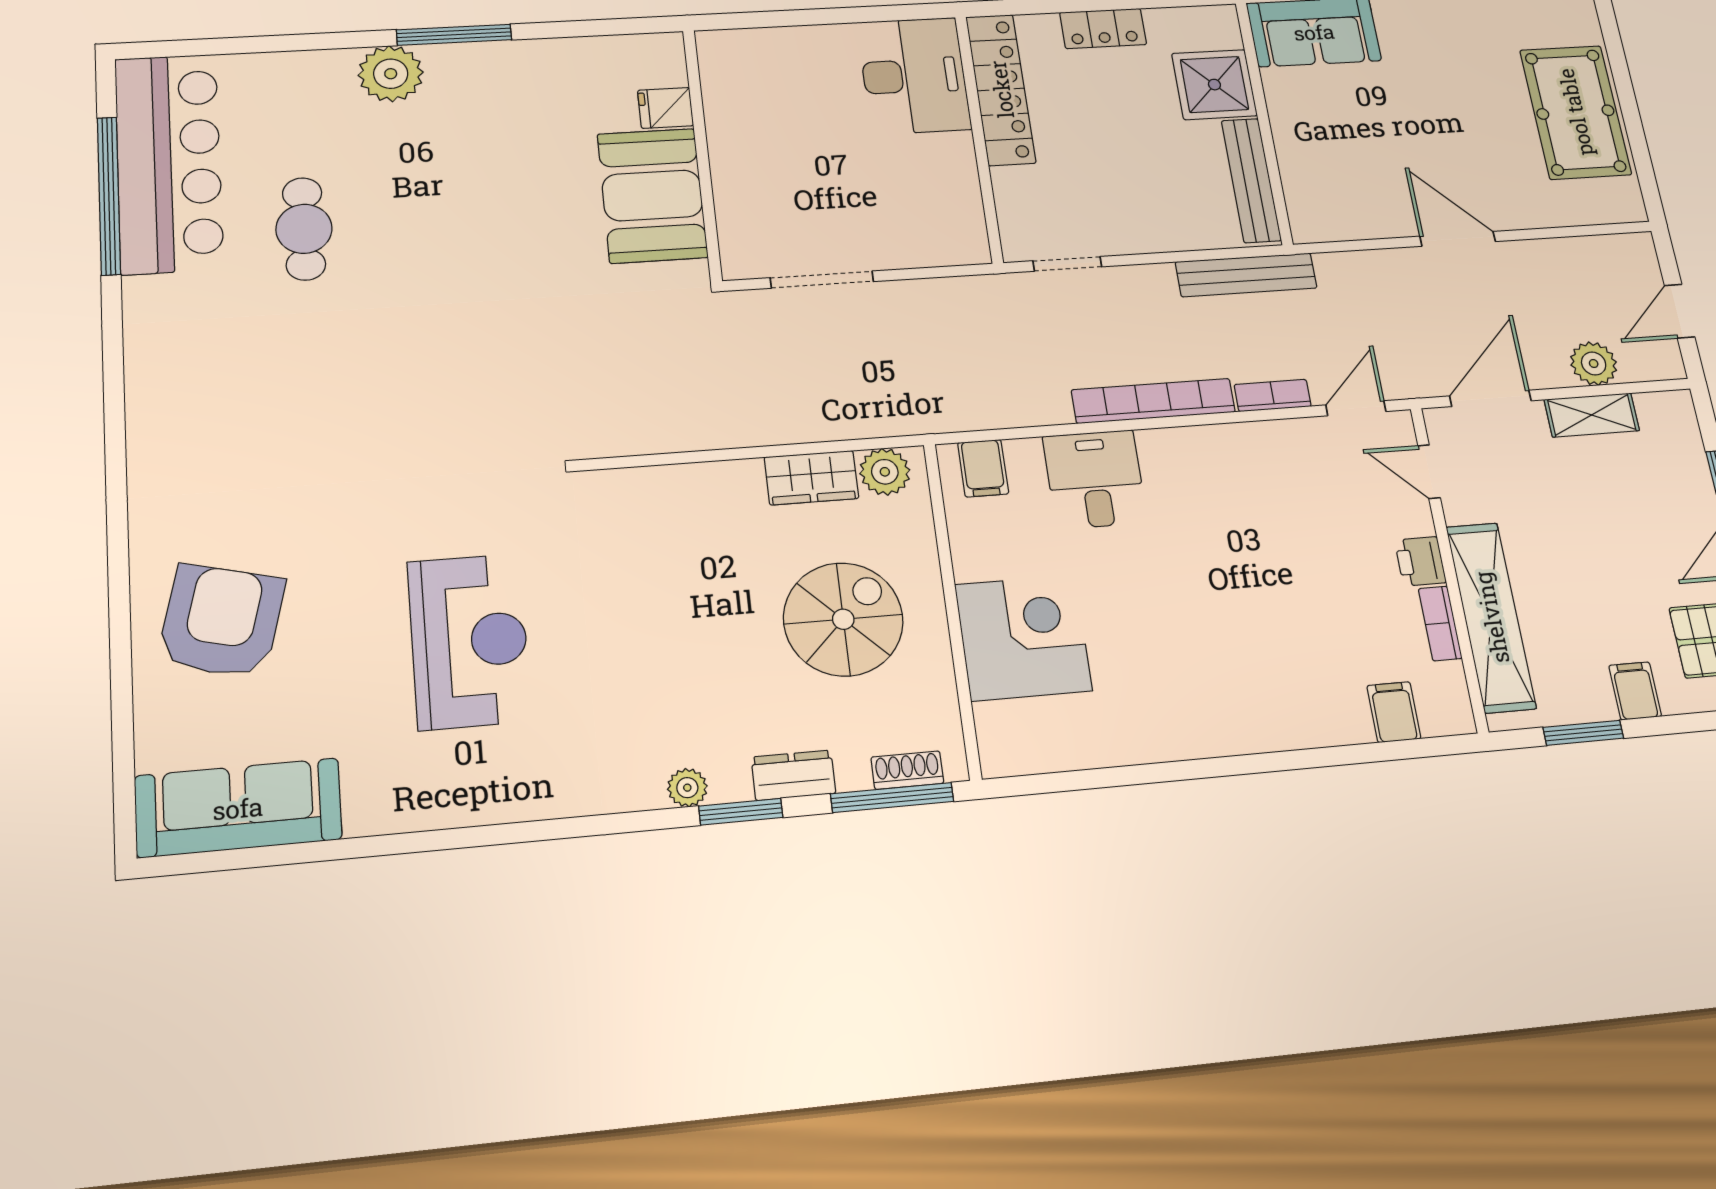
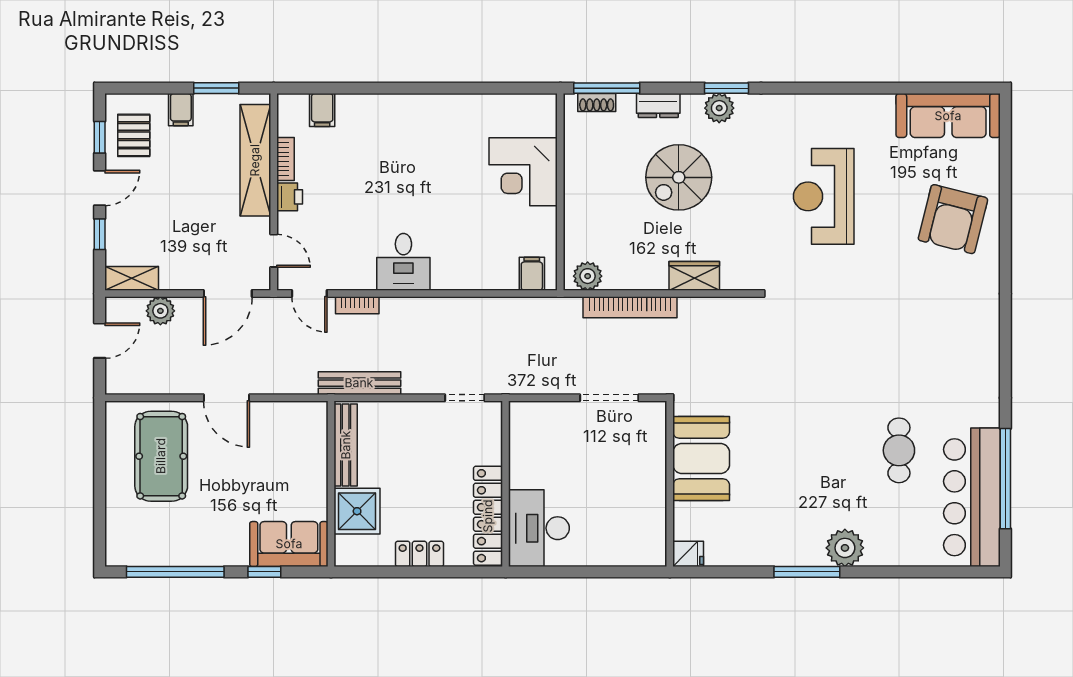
fridge: (666, 108) -> (688, 554), moved
pool table: (1575, 112) -> (161, 456), moved
bookcase: (1153, 401) -> (630, 307), moved
door: (1356, 408) -> (309, 294), hinge flipped
shelving: (1592, 415) -> (132, 278), moved
wardrobe: (811, 478) -> (694, 276), moved
desk: (1095, 479) -> (403, 262), moved
spiral stairs: (843, 619) -> (679, 177), moved
plant: (687, 788) -> (719, 108), width x1.38, depth x1.38
window: (741, 812) -> (727, 88), moved

